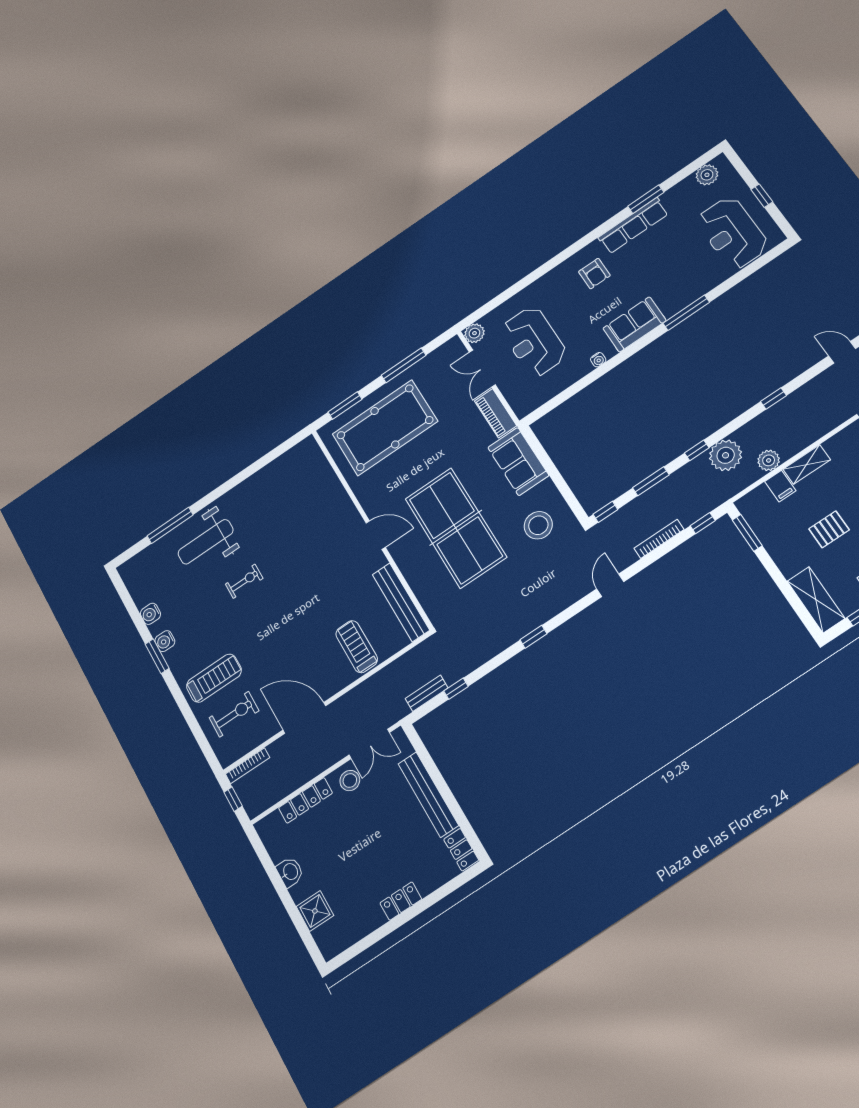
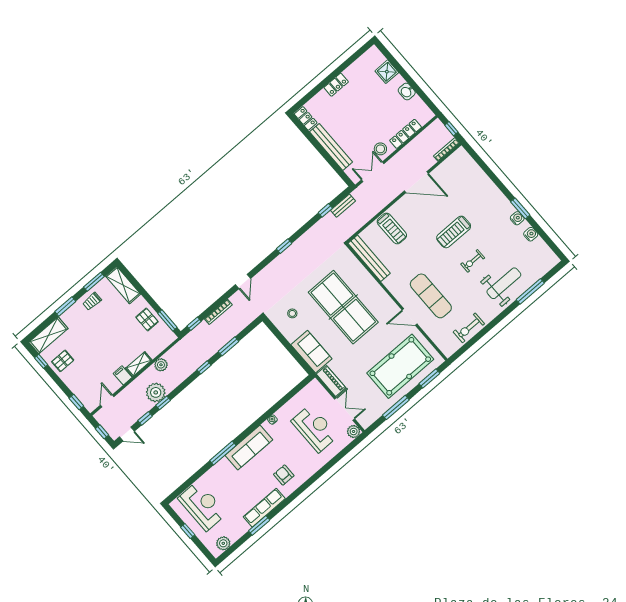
sofa: (634, 324) -> (249, 448), width x1.36
plant: (726, 455) -> (156, 392), moved
filing cabinet: (780, 486) -> (123, 375), moved
window: (605, 512) -> (145, 418), moved
stool: (538, 525) -> (292, 313), width x0.53, depth x0.53
pallet: (829, 529) -> (147, 319), moved, turned 90
exercise mat: (318, 533) -> (431, 296), added
door: (376, 535) -> (410, 317), moved
treadmill: (214, 678) -> (454, 232), moved
exercise bike: (234, 714) -> (469, 328), moved

